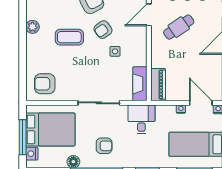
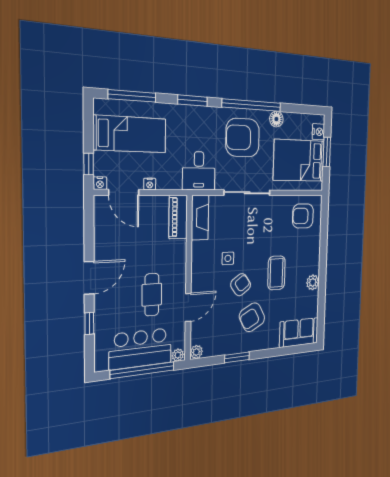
cafe table: (179, 27) -> (152, 295), turned -56
coffee table: (69, 37) -> (276, 273), turned 90
armchair: (45, 84) -> (303, 216), turned 180
window: (23, 137) -> (327, 152), width x0.69
armchair: (104, 146) -> (243, 138), width x1.88, depth x1.88

